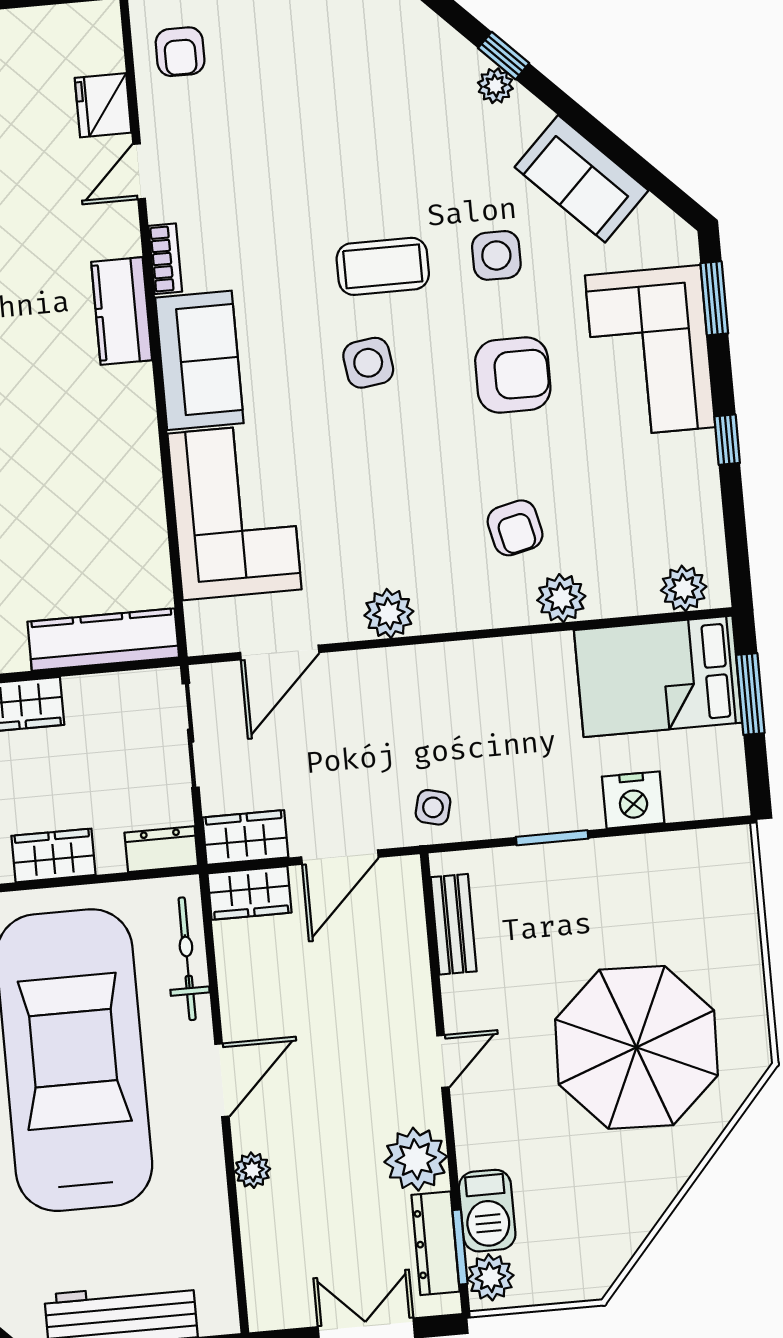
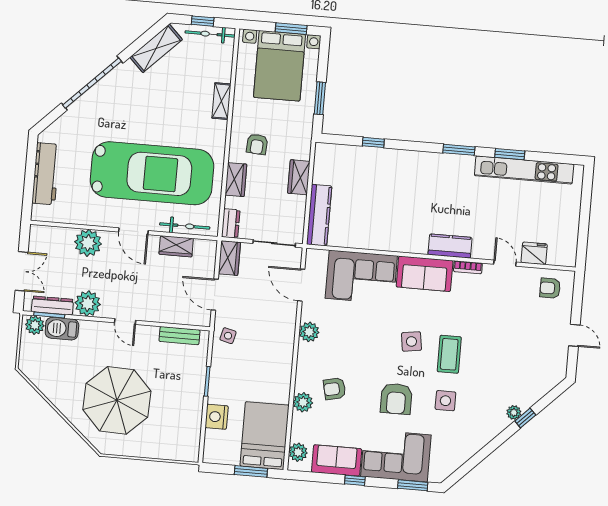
sofa: (582, 179) -> (337, 460), moved, turned 45
wardrobe: (250, 893) -> (176, 246), moved, turned -90
plant: (252, 1170) -> (88, 243), width x1.87, depth x1.87

